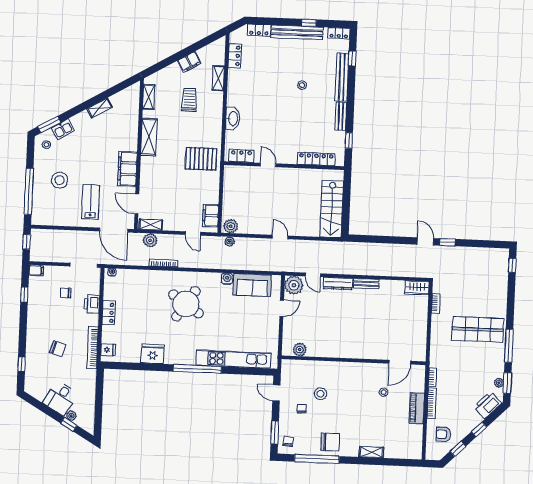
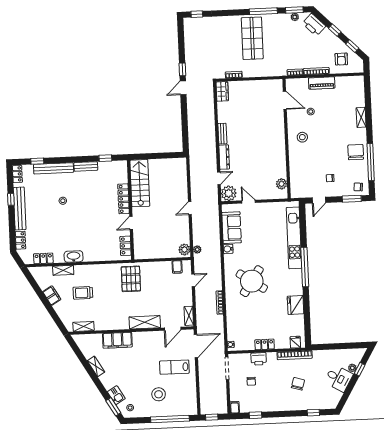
washbasin: (233, 119) -> (74, 256), moved
shelving: (149, 137) -> (145, 322), moved
locker: (316, 159) -> (124, 199), moved
filing cabinet: (127, 169) -> (117, 340), moved
stairs: (332, 209) -> (140, 183), moved, turned -90
filing cabinet: (211, 216) -> (177, 267), width x0.50
plant: (150, 240) -> (202, 315), removed
stool: (320, 394) -> (302, 137), moved

